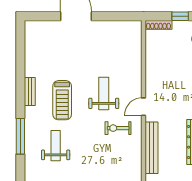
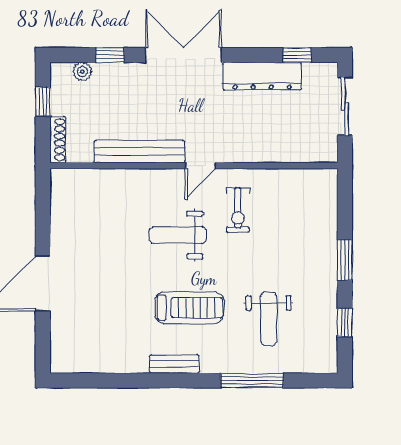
door: (143, 107) -> (200, 166), hinge flipped
weight bench: (56, 146) -> (269, 319), turned -90
bench: (152, 148) -> (139, 152), moved

